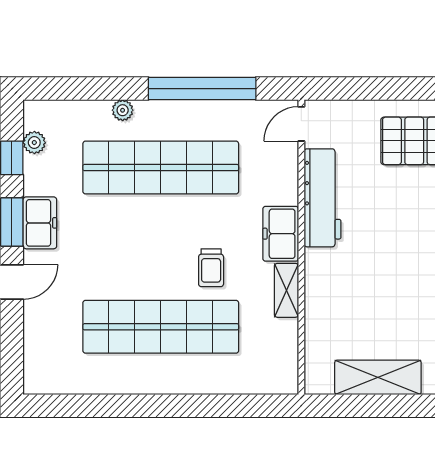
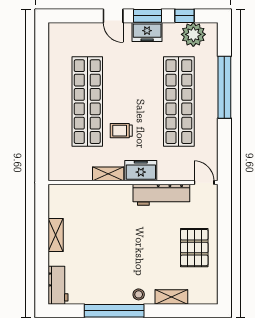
window: (202, 89) -> (224, 87), moved
plant: (123, 110) -> (212, 80), removed
plant: (34, 143) -> (193, 34), width x1.88, depth x1.88
shelving: (378, 377) -> (56, 235), width x0.67, depth x0.75

